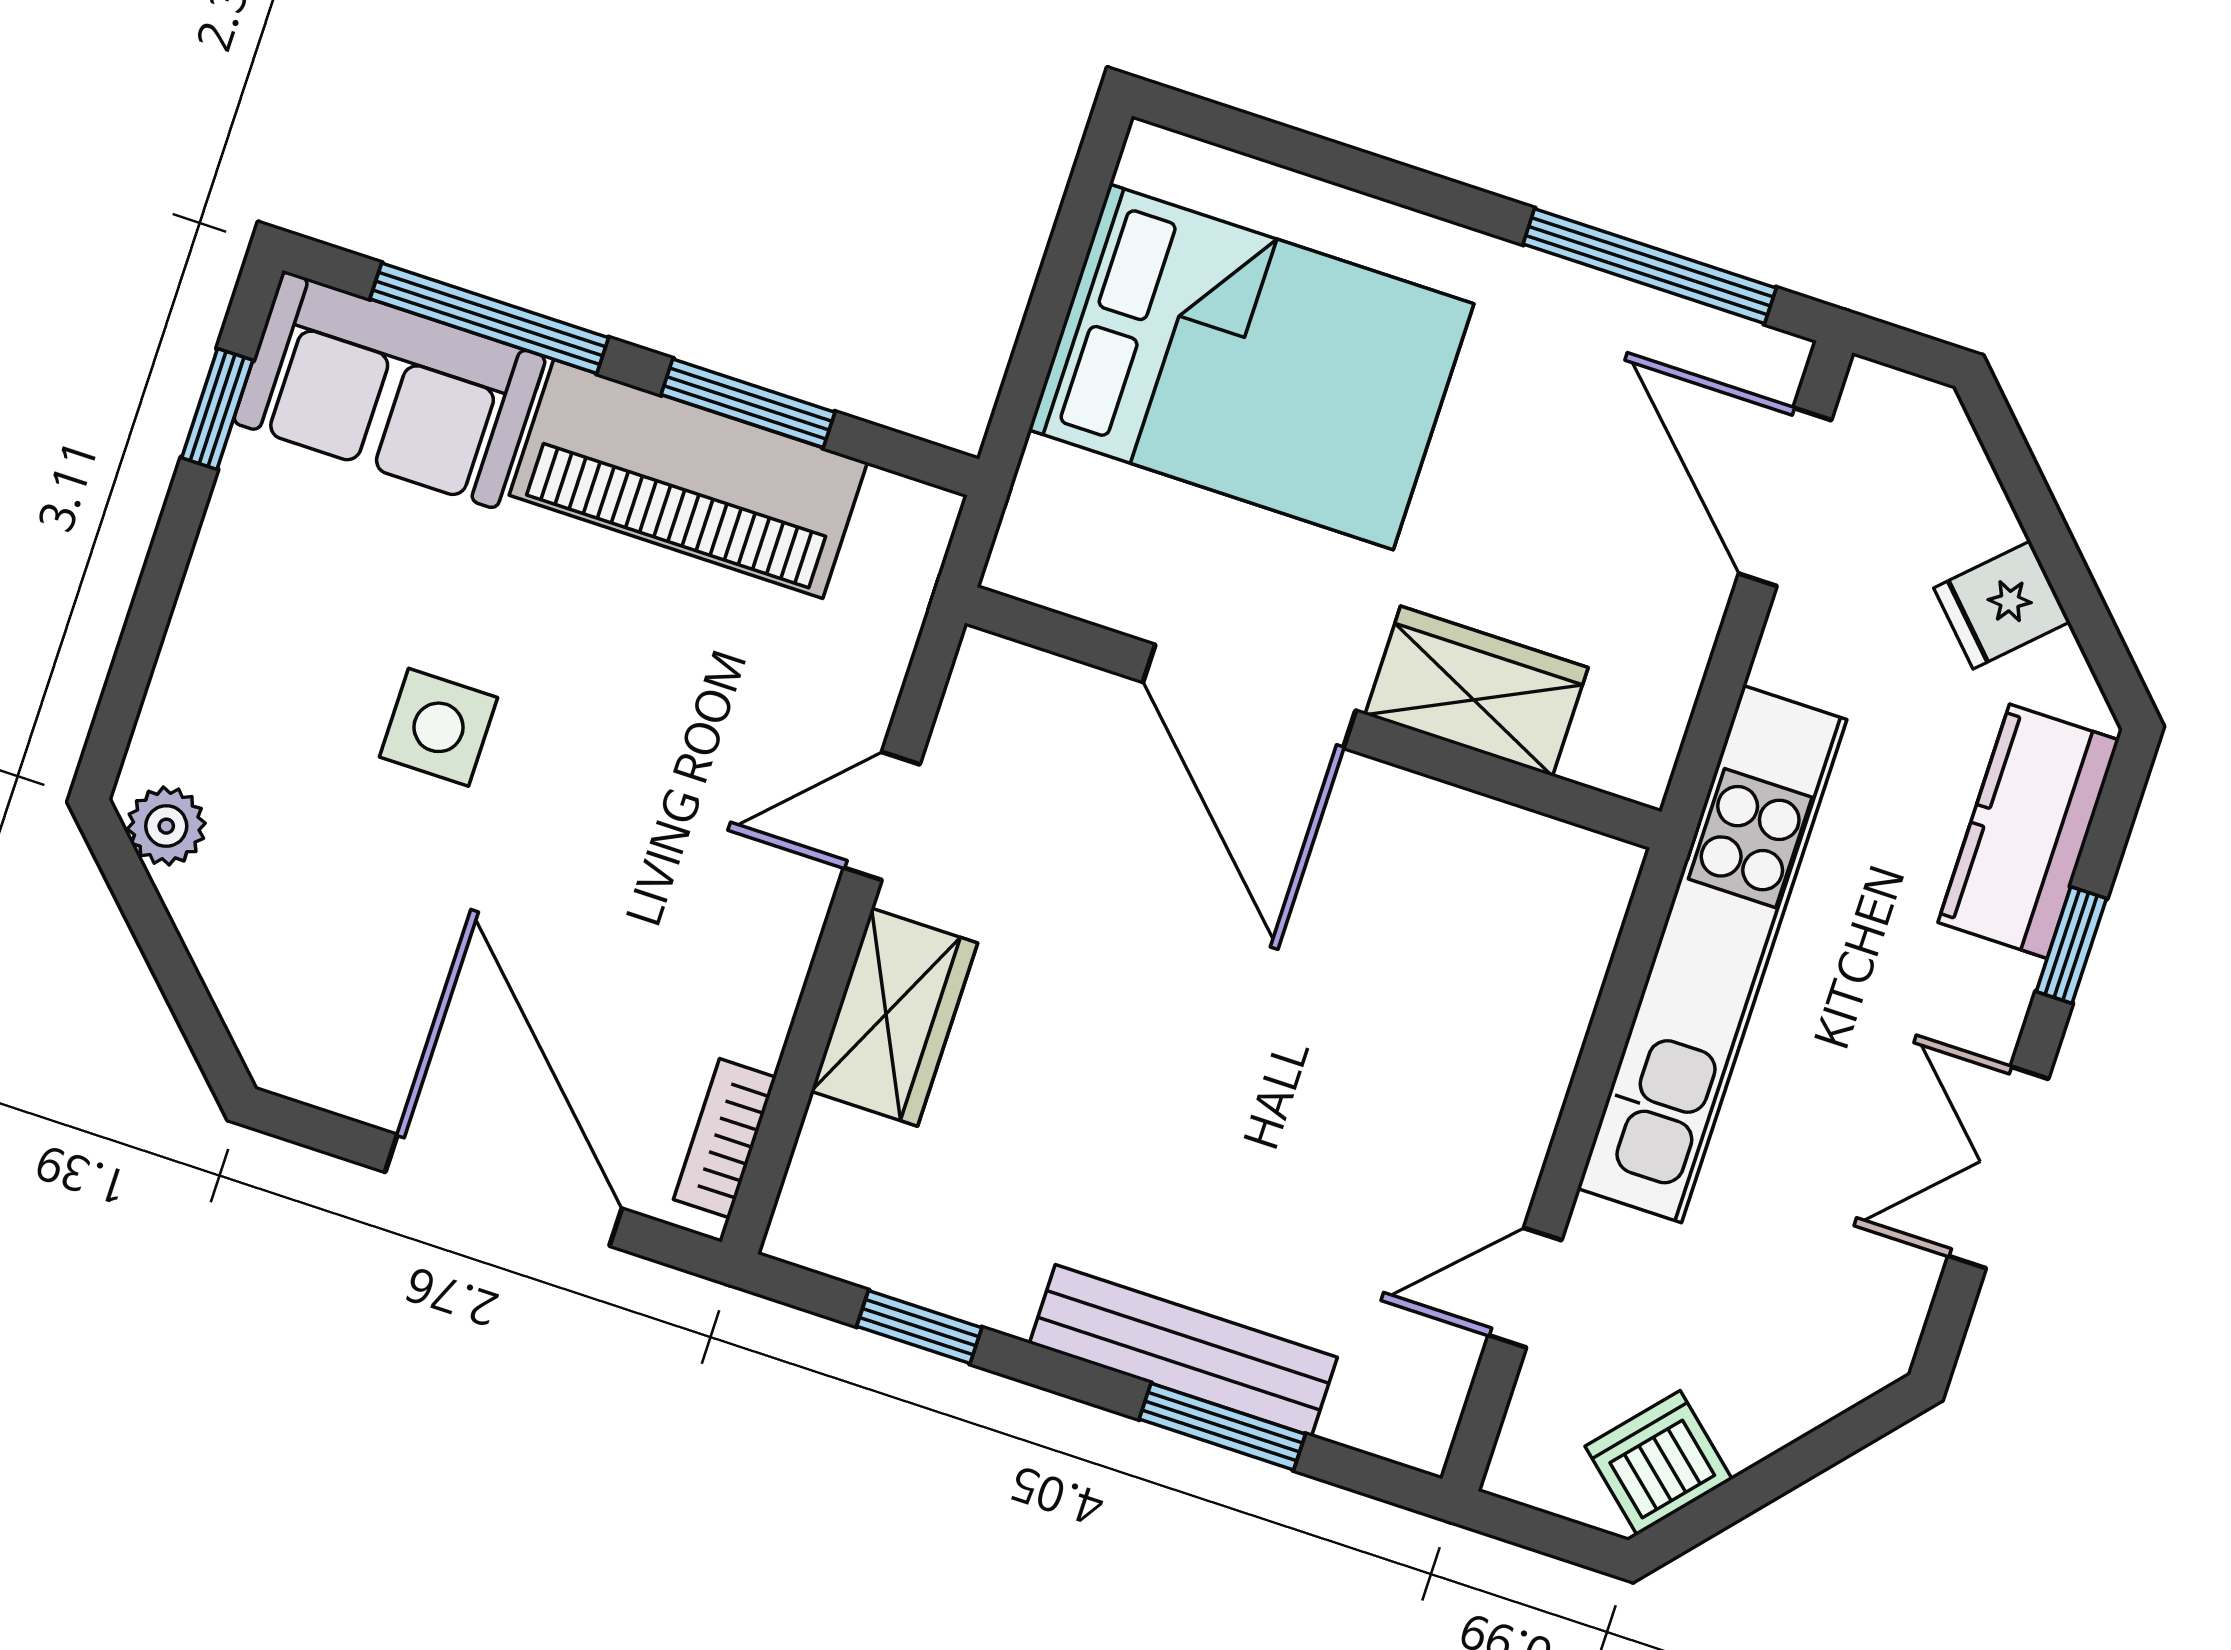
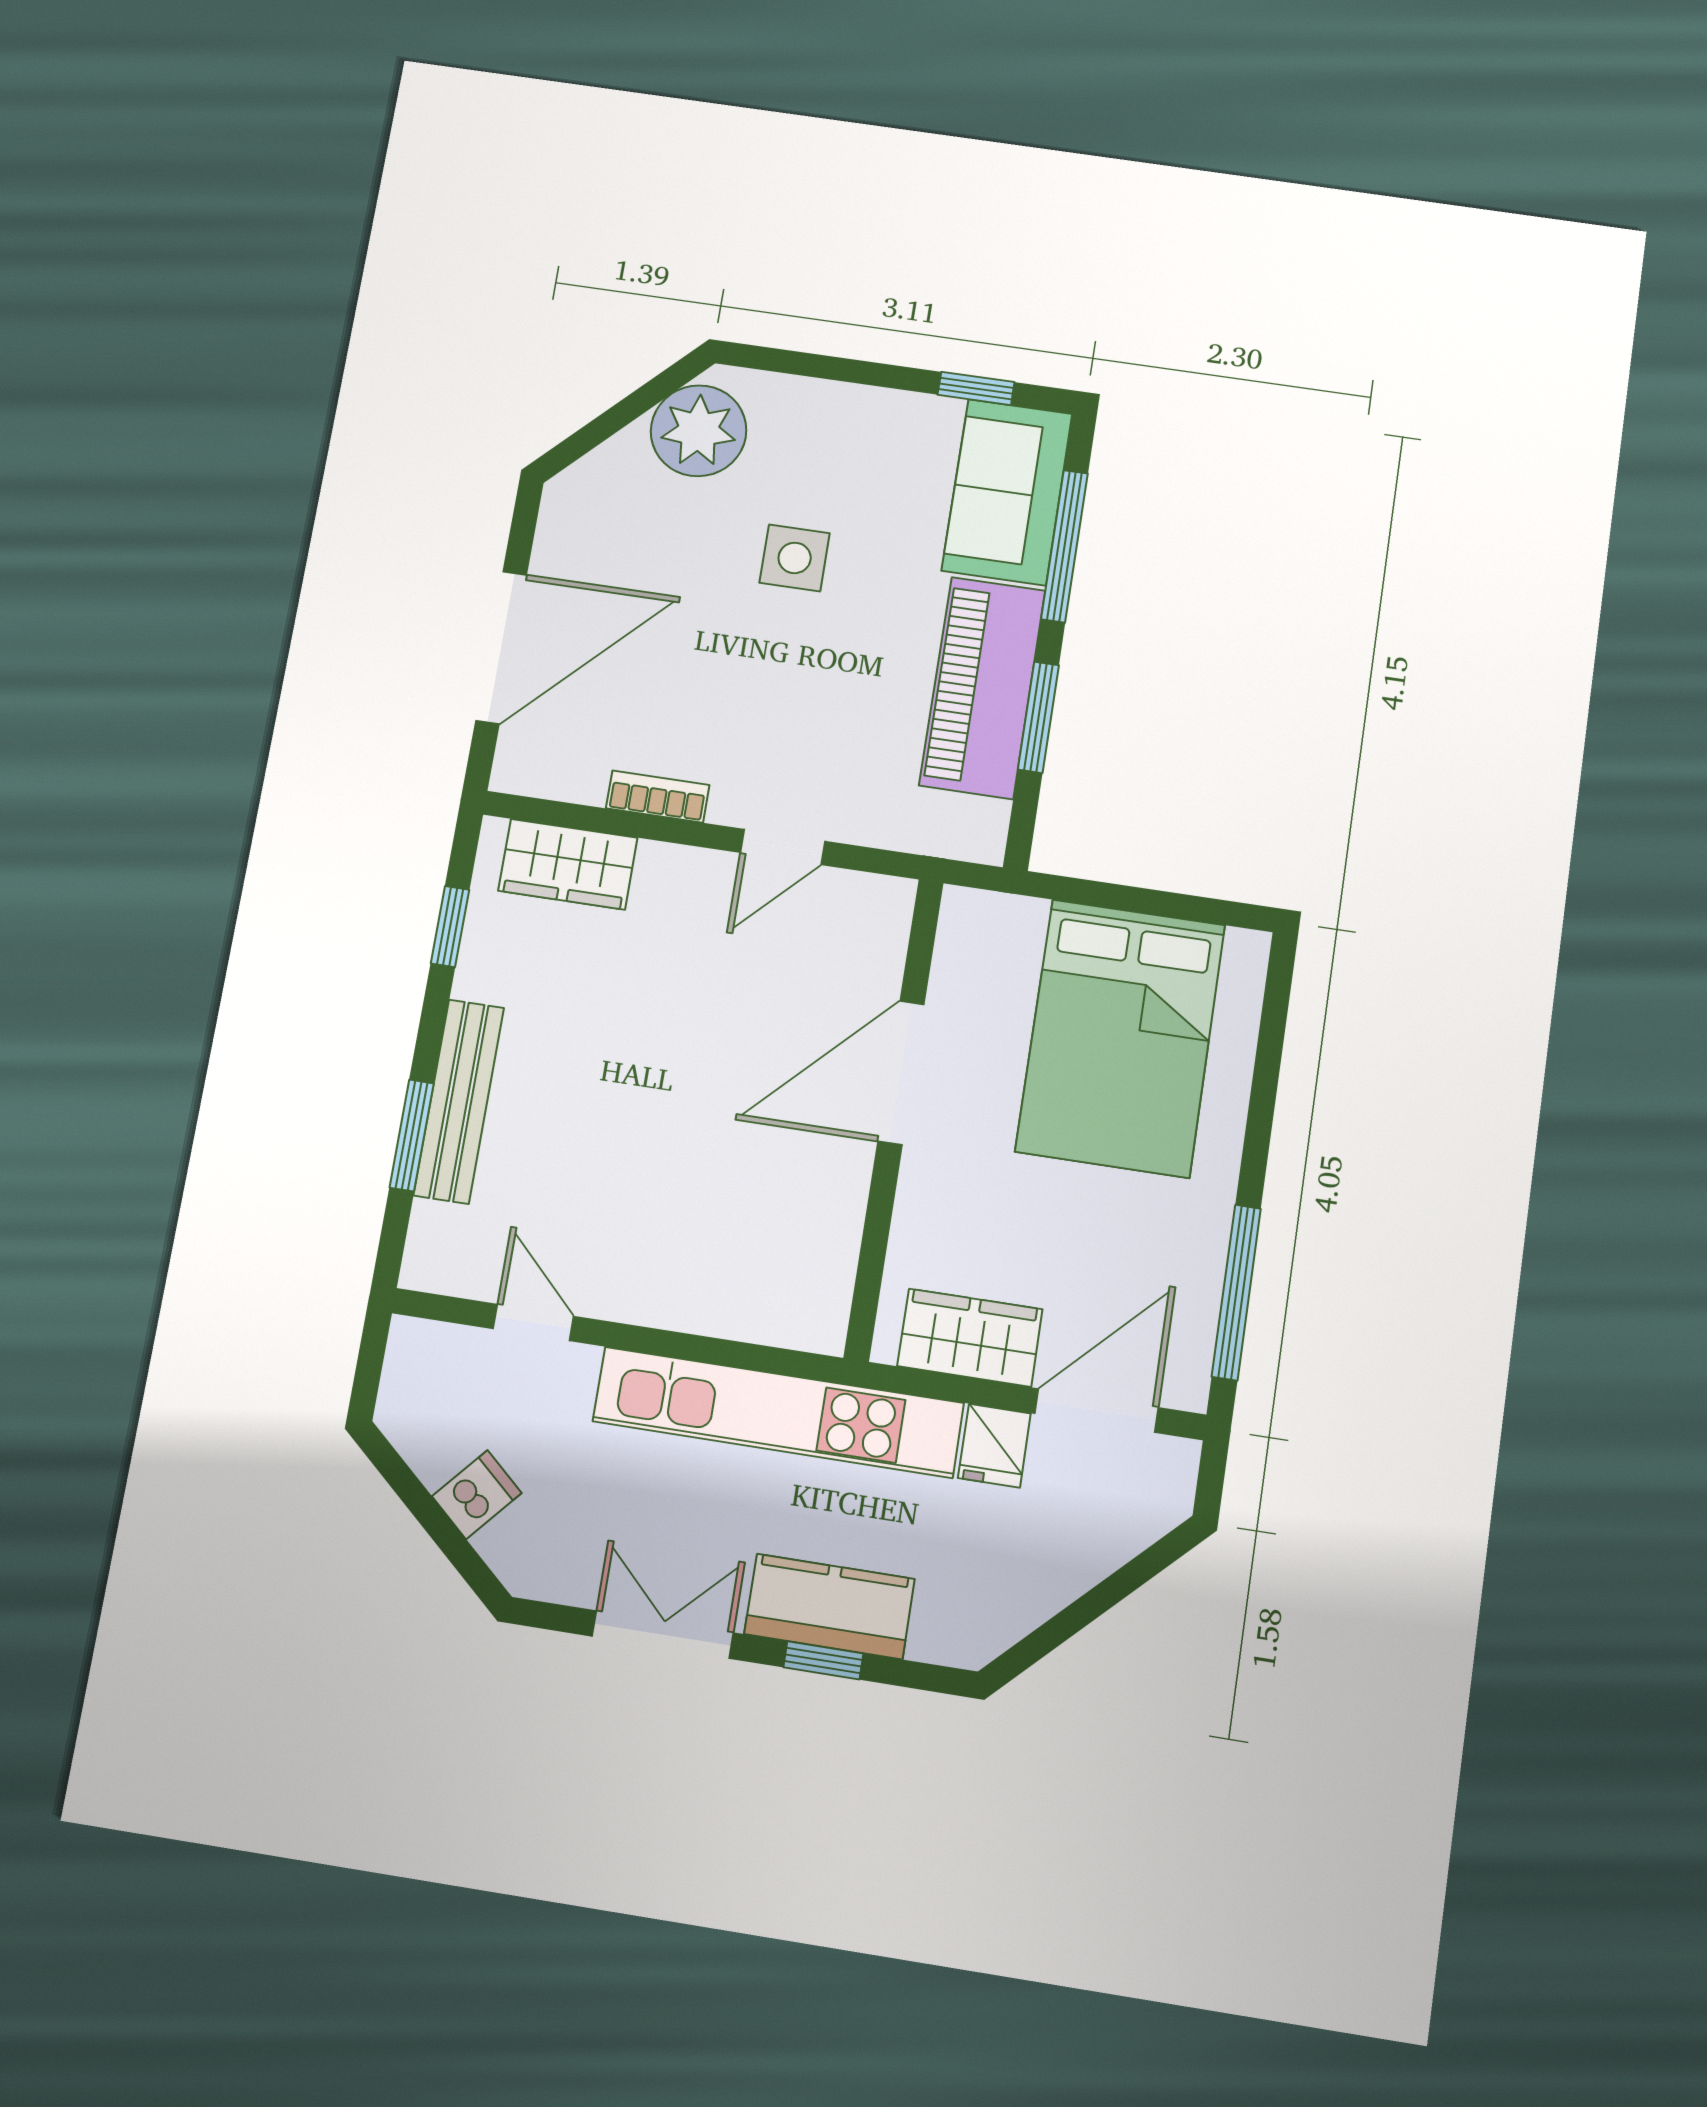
fridge: (2002, 605) -> (994, 1446), moved, turned -136
wardrobe: (1476, 691) -> (970, 1338), moved, turned -90
door: (882, 816) -> (783, 847), swing flipped
plant: (166, 826) -> (699, 431), width x1.88, depth x1.88
kitchen counter: (2028, 831) -> (829, 1606), moved
wardrobe: (894, 1017) -> (568, 864), moved
bookcase: (725, 1138) -> (658, 797), moved
dishwasher: (1659, 1463) -> (477, 1495), moved, width x0.73

